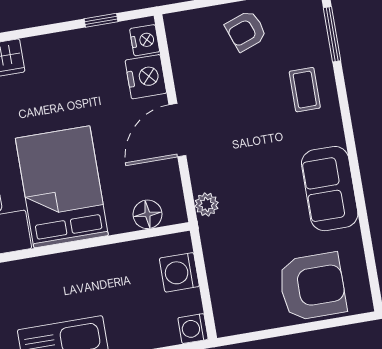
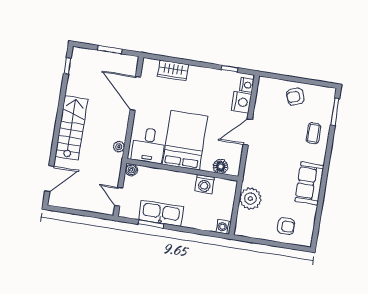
plant: (207, 204) -> (250, 199), moved, width x1.88, depth x1.88
washing machine: (179, 272) -> (204, 184), moved, turned -90
armchair: (312, 287) -> (286, 226), width x0.53, depth x0.53

